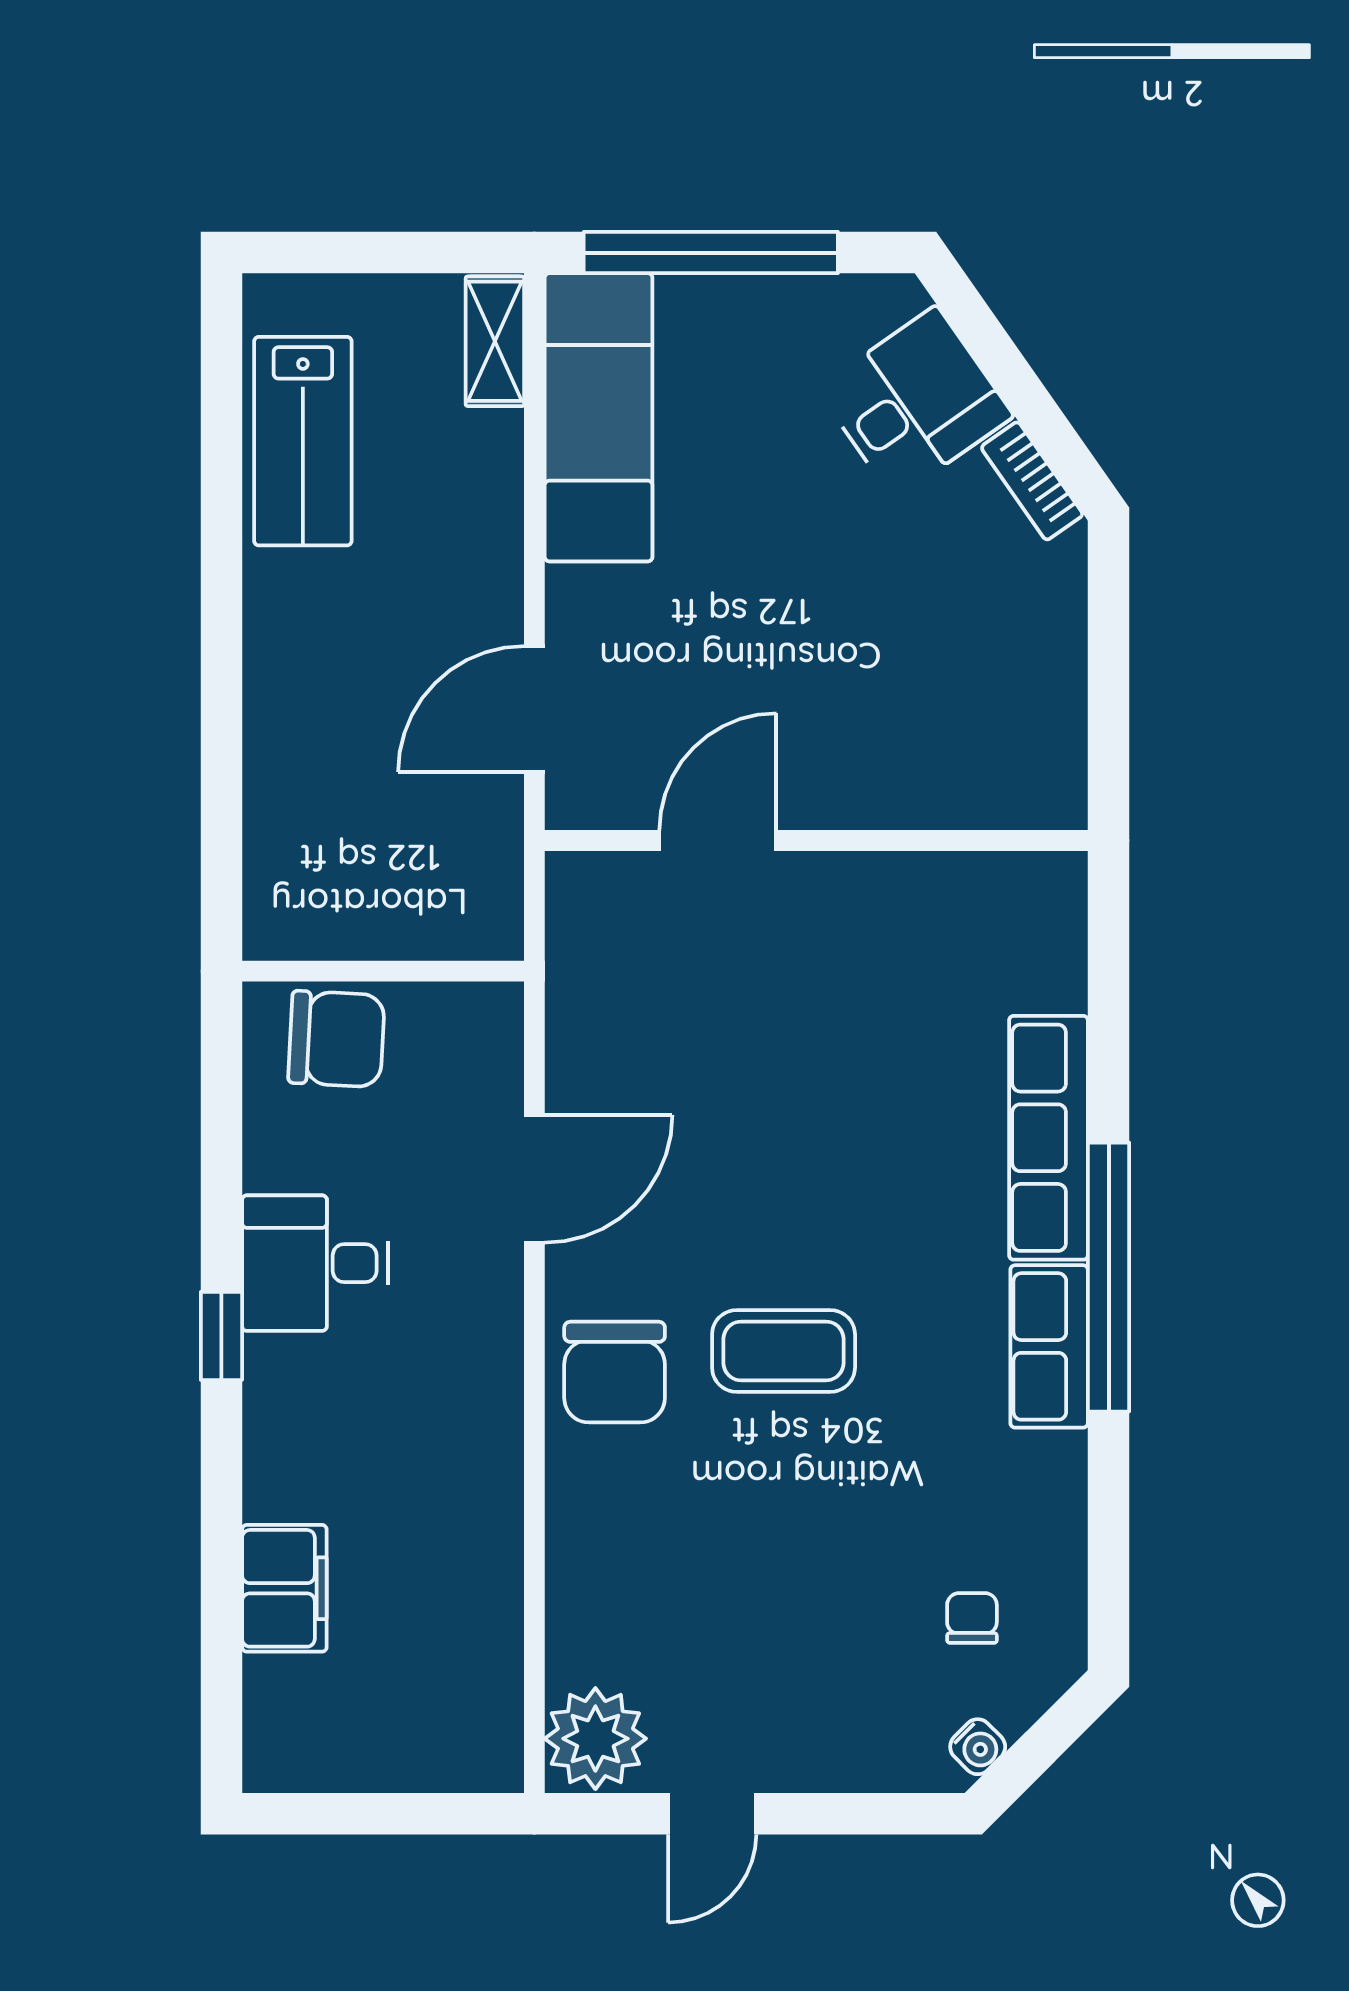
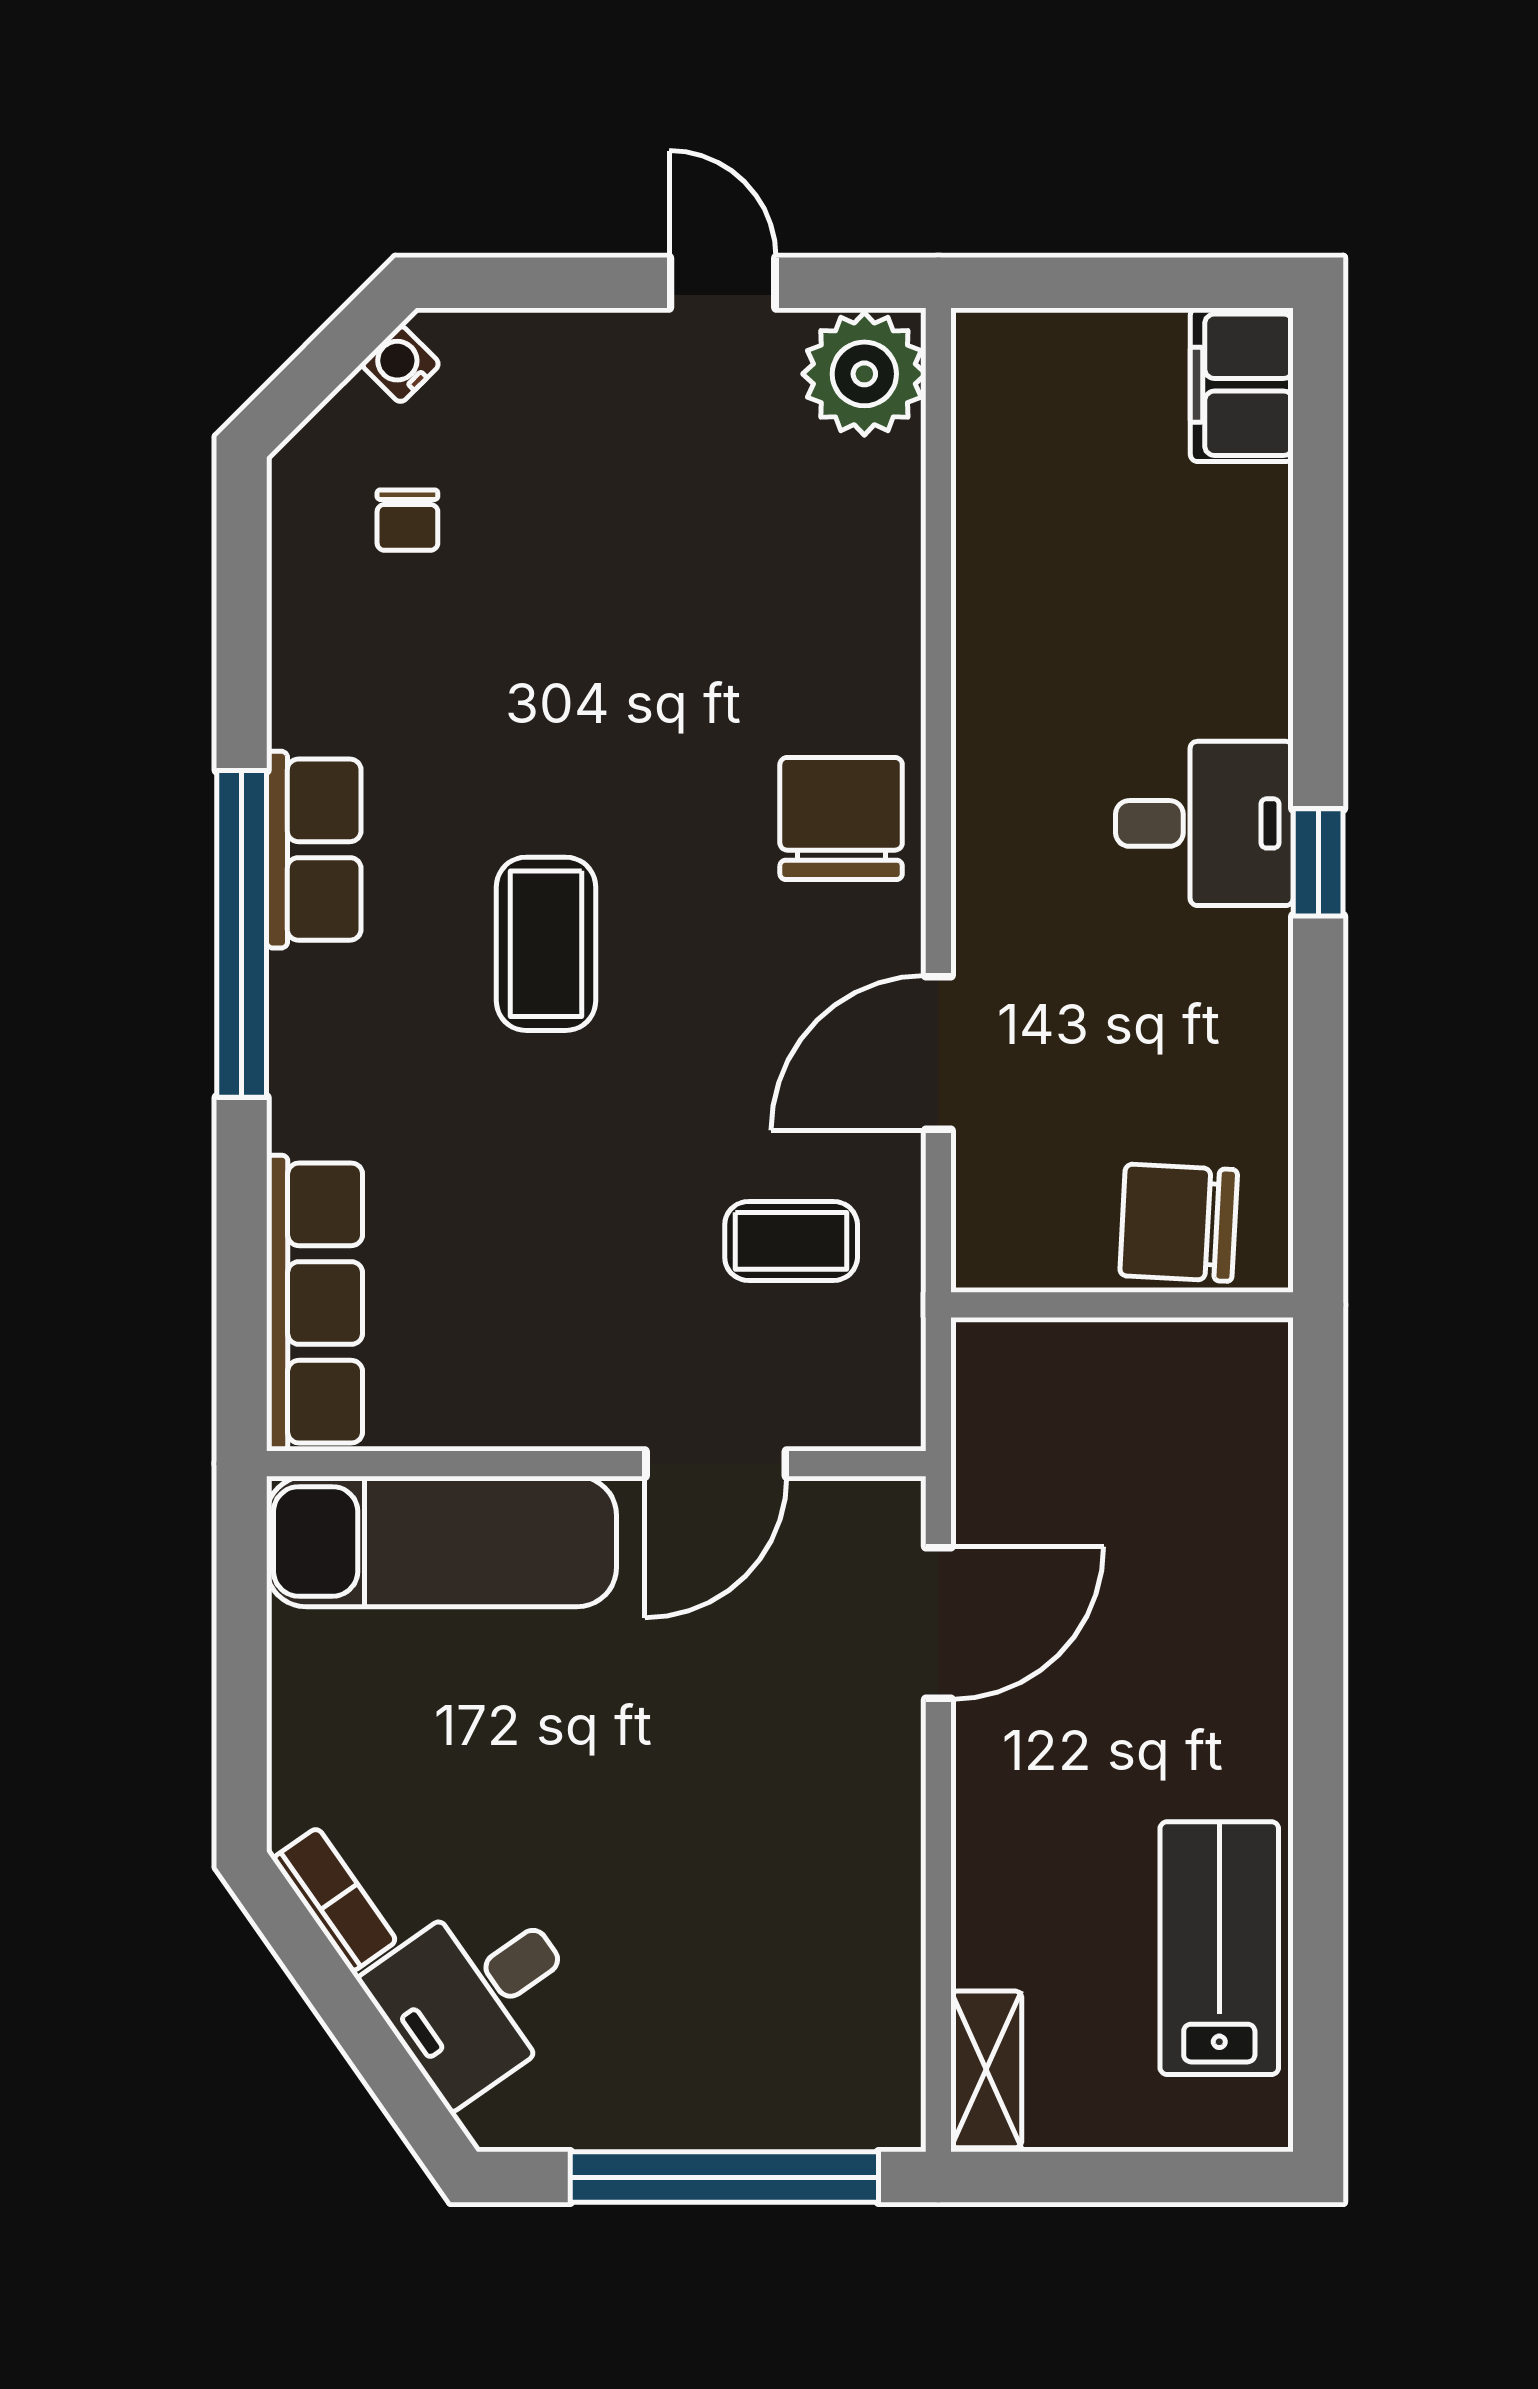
exam couch: (599, 417) -> (442, 1541), moved, turned -90
coffee table: (656, 1024) -> (791, 1241), added
row of seats: (1049, 1138) -> (315, 1303), moved
desk: (315, 1263) -> (1204, 823), moved
coffee table: (784, 1351) -> (546, 944), moved, turned 90
filing cabinet: (284, 1588) -> (1242, 385), moved
door: (712, 1814) -> (723, 283), hinge flipped

